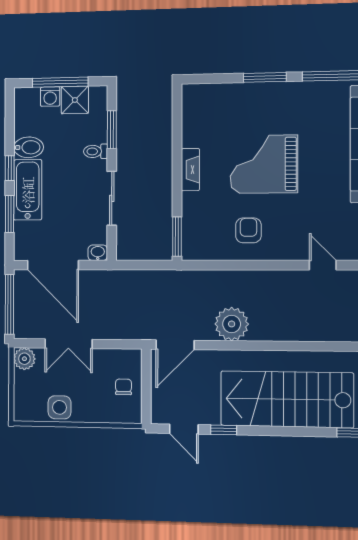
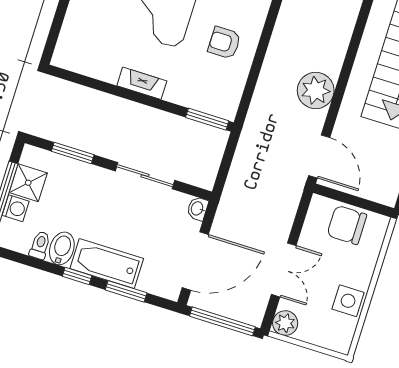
toilet: (96, 151) -> (40, 245), moved, turned 180
chair: (123, 387) -> (347, 225), width x1.87, depth x1.87

